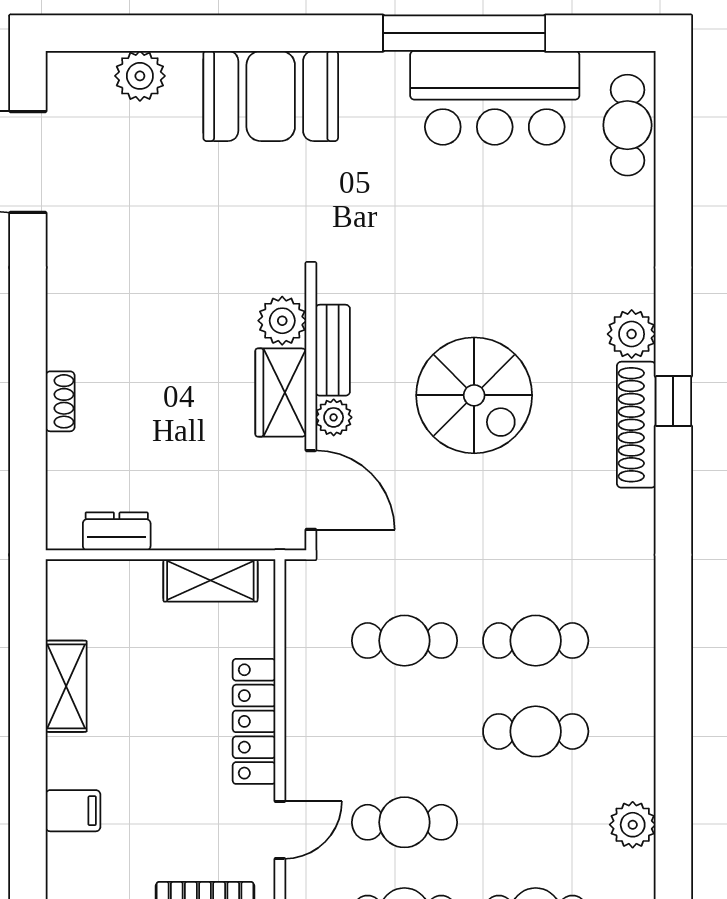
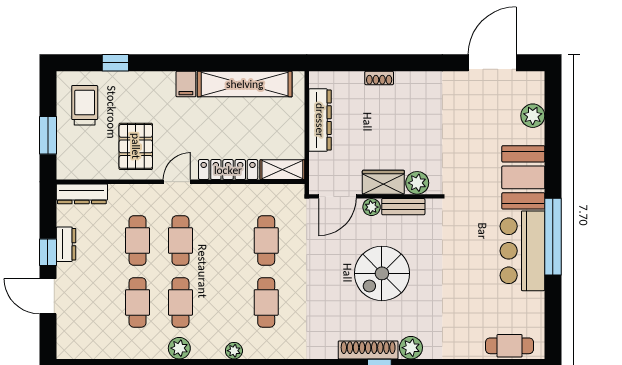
window: (464, 33) -> (553, 237), moved
bar counter: (495, 98) -> (522, 251), moved
dresser: (117, 531) -> (320, 120), width x1.96, depth x1.24
shelving: (210, 580) -> (282, 170), moved, turned 90
shelving: (66, 686) -> (245, 84), width x2.20, depth x1.33
plant: (638, 709) -> (234, 351), added
cafe table: (536, 731) -> (180, 302), moved
door: (280, 830) -> (177, 182), swing flipped

